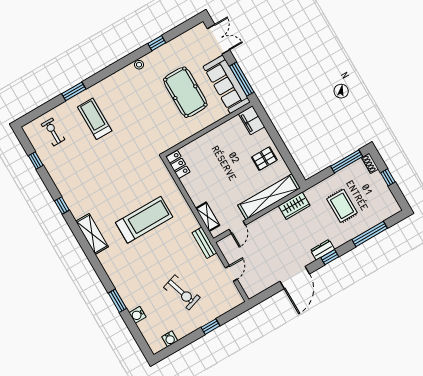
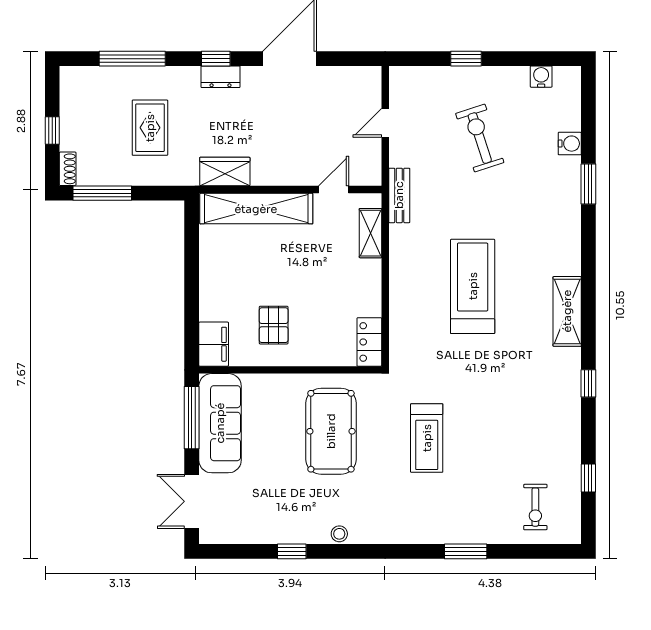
pool table: (185, 92) -> (331, 431), moved
treadmill: (95, 119) -> (427, 438), moved
pallet: (264, 159) -> (274, 325), moved, turned 90
treadmill: (144, 220) -> (473, 286), turned 90

